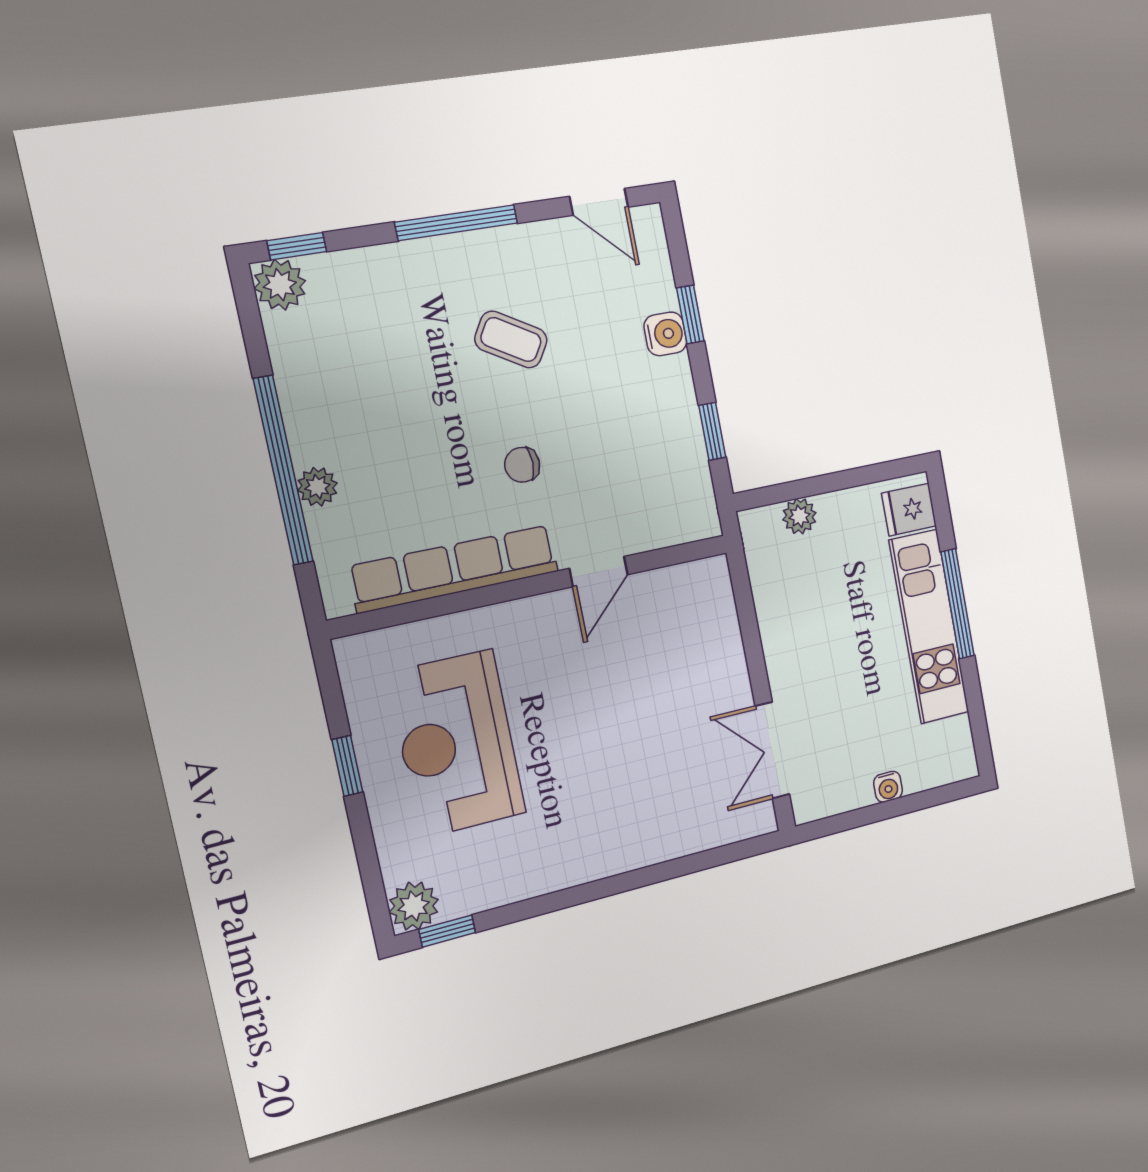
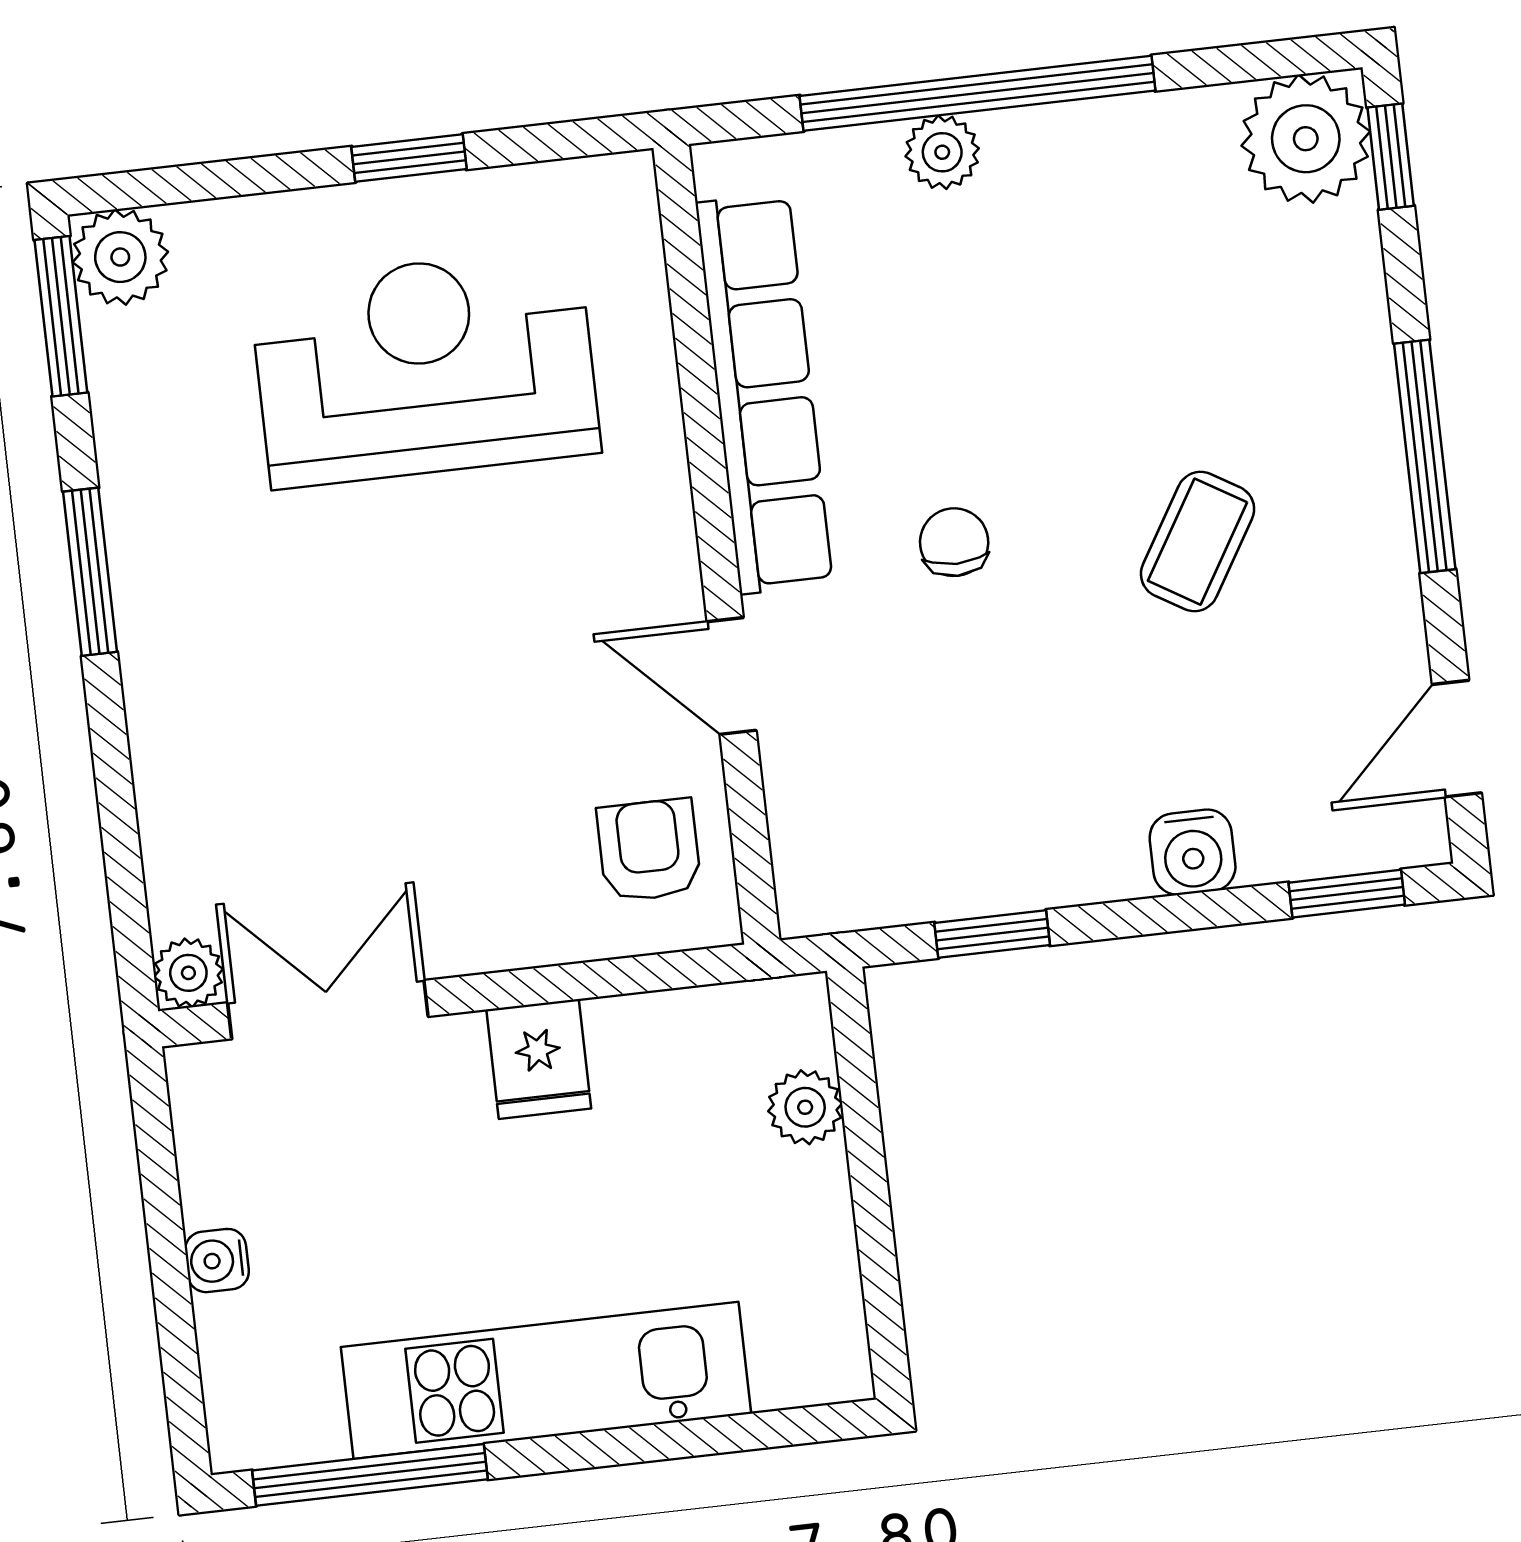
plant: (280, 285) -> (1306, 139), width x1.36, depth x1.36
window: (690, 315) -> (1347, 894), moved
fridge: (909, 510) -> (539, 1059), moved, turned 180
armchair: (686, 604) -> (649, 850), added
window: (958, 604) -> (370, 1475), moved
plant: (761, 819) -> (188, 973), added
window: (574, 896) -> (90, 572), added
window: (447, 931) -> (61, 316), width x1.50

